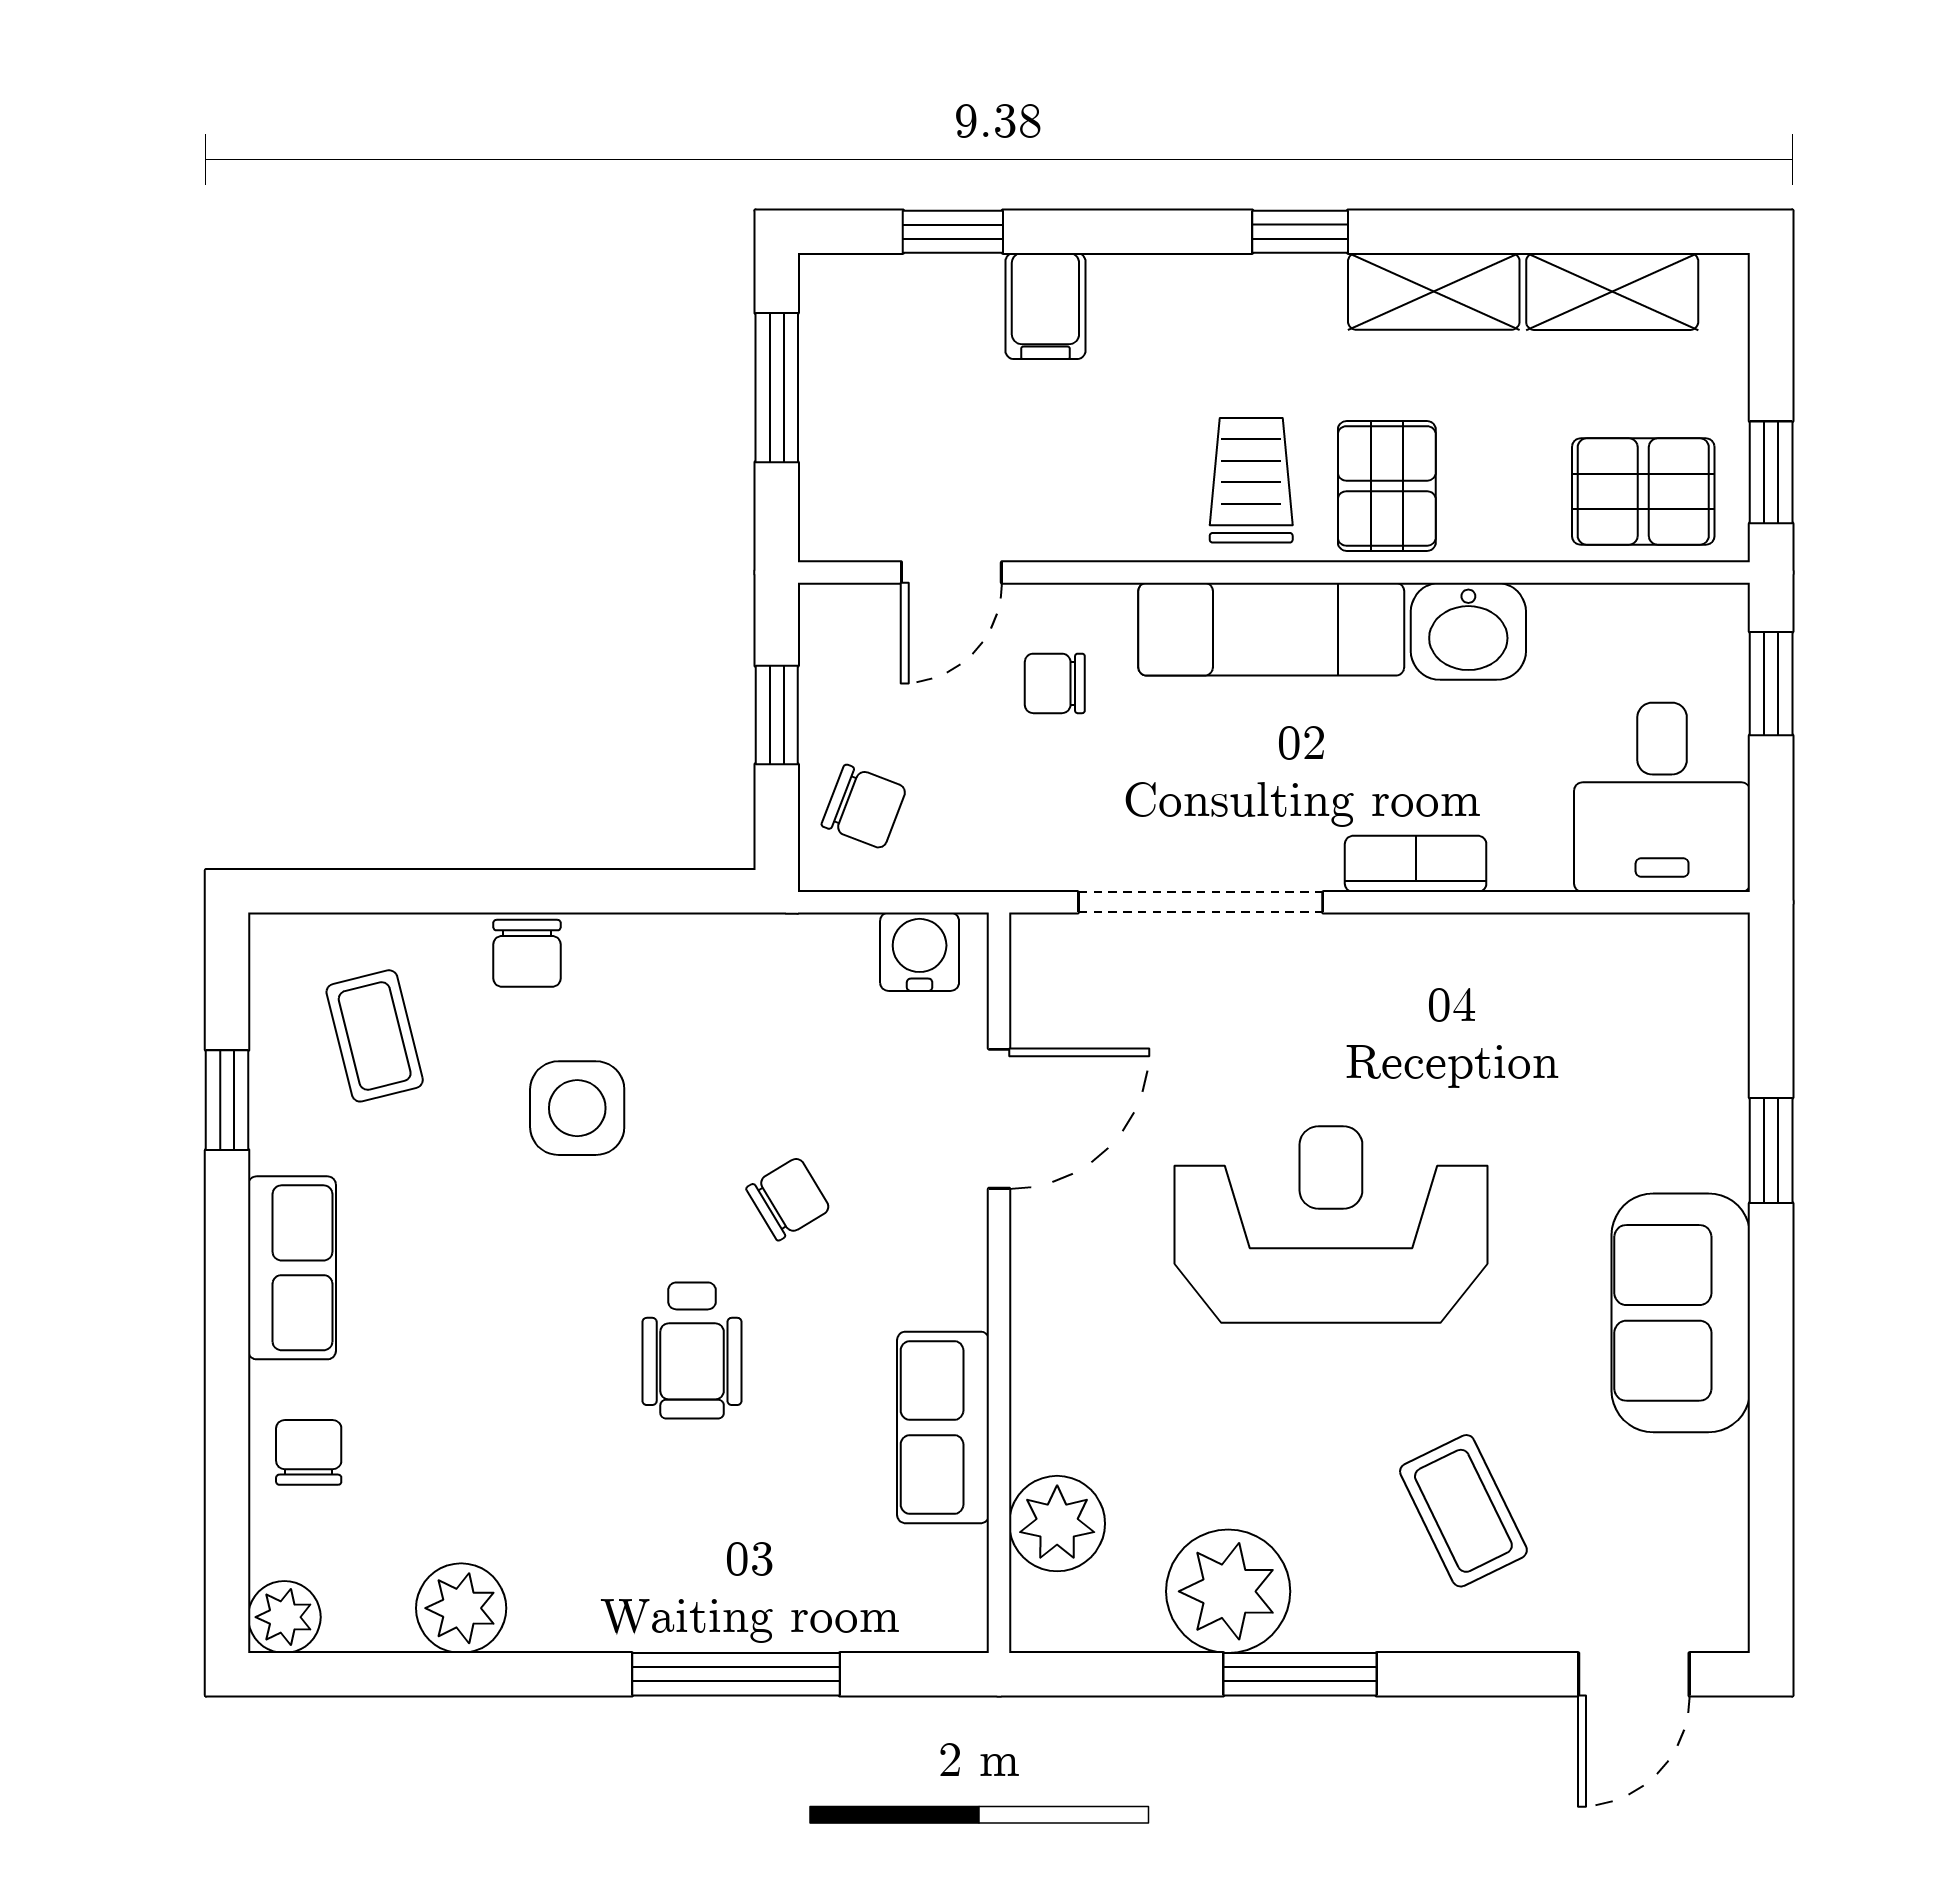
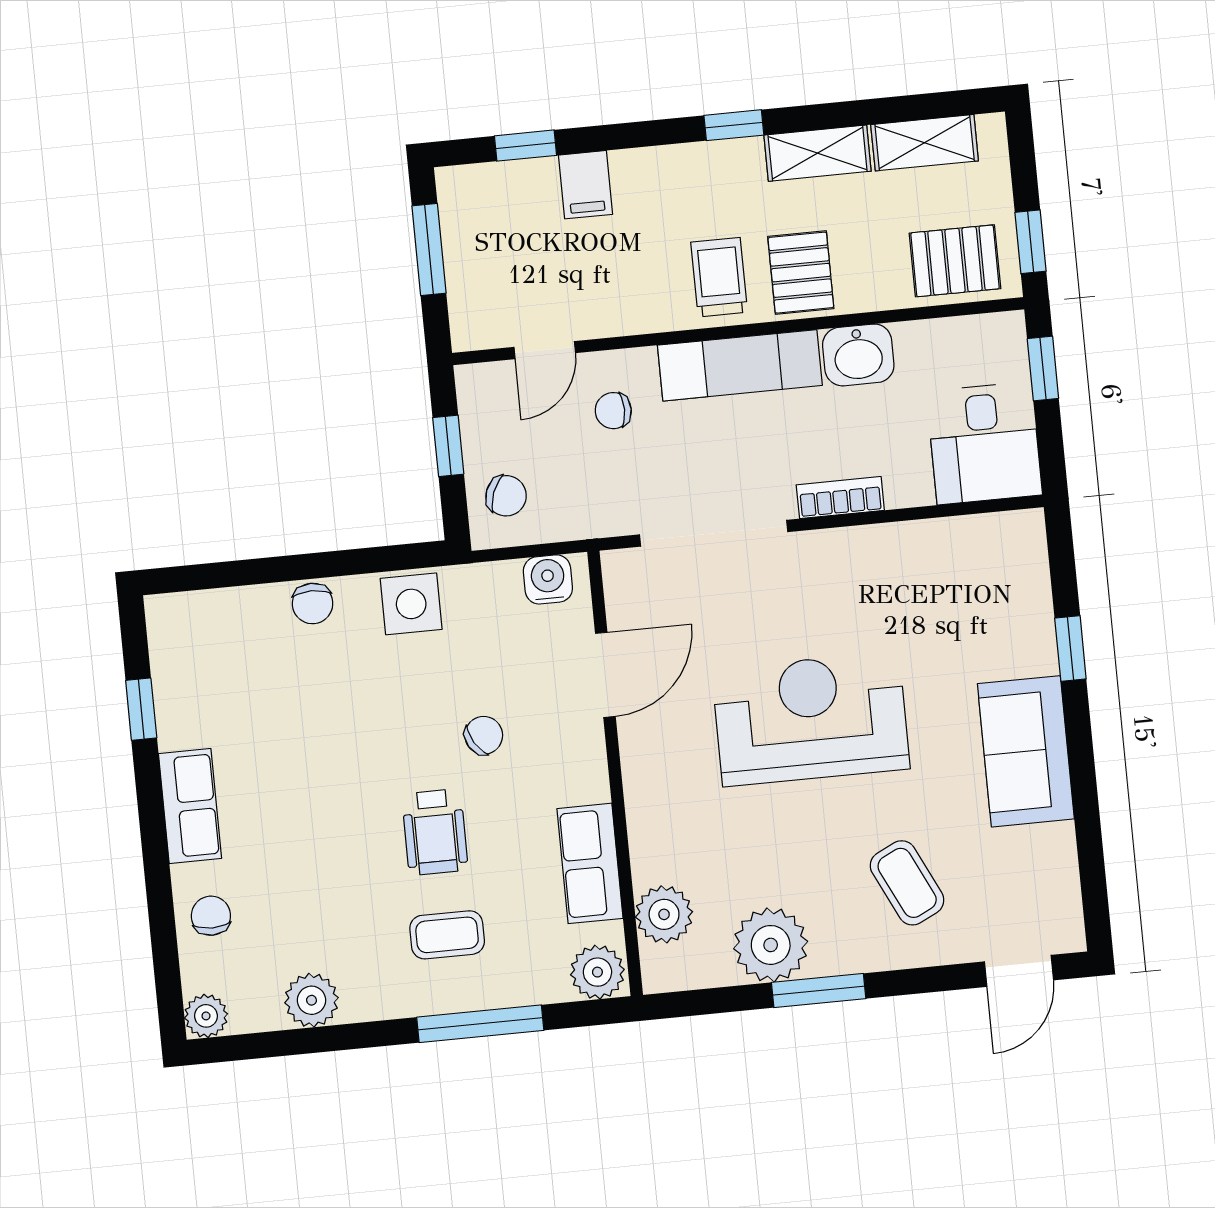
coffee table: (375, 1036) -> (447, 935), moved, turned -76
side table: (577, 1108) -> (411, 604), moved
plant: (938, 1608) -> (597, 972), added

